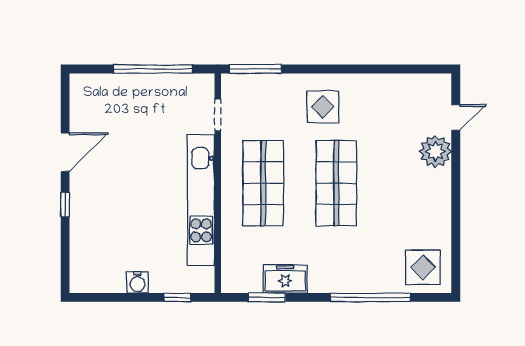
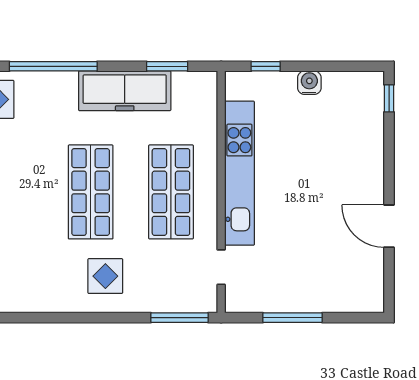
window: (153, 69) -> (292, 318), width x0.68
door: (65, 152) -> (389, 226), hinge flipped
window: (65, 205) -> (389, 98), moved
freezer: (285, 279) -> (125, 91), width x1.91, depth x1.26

